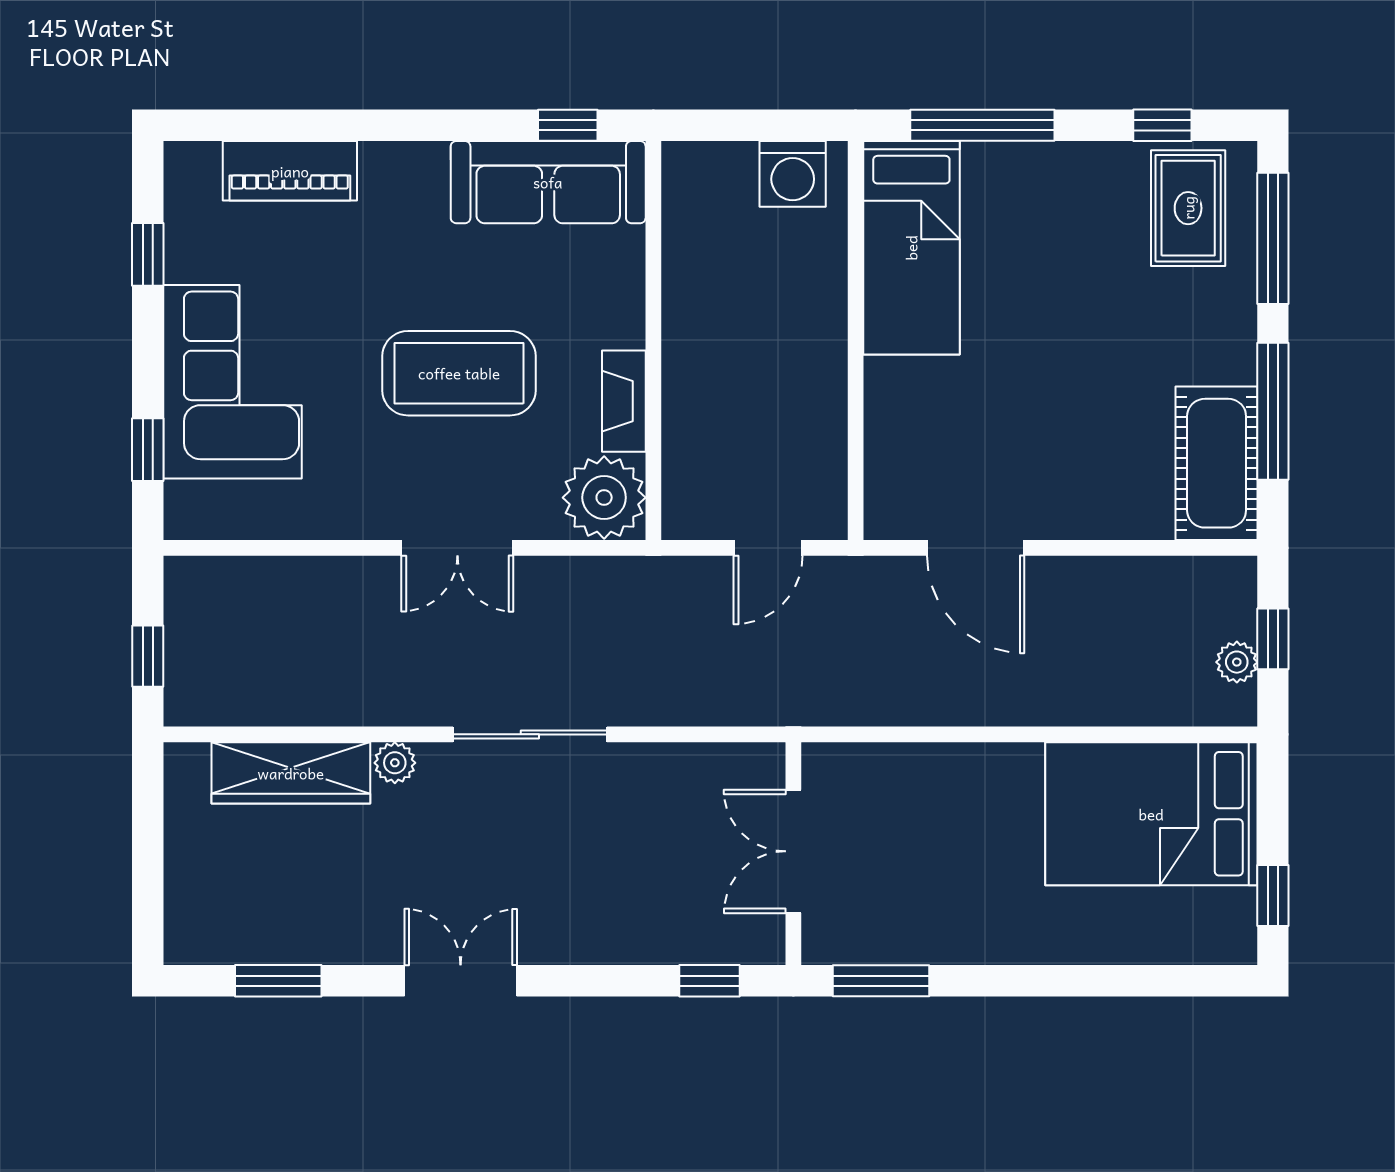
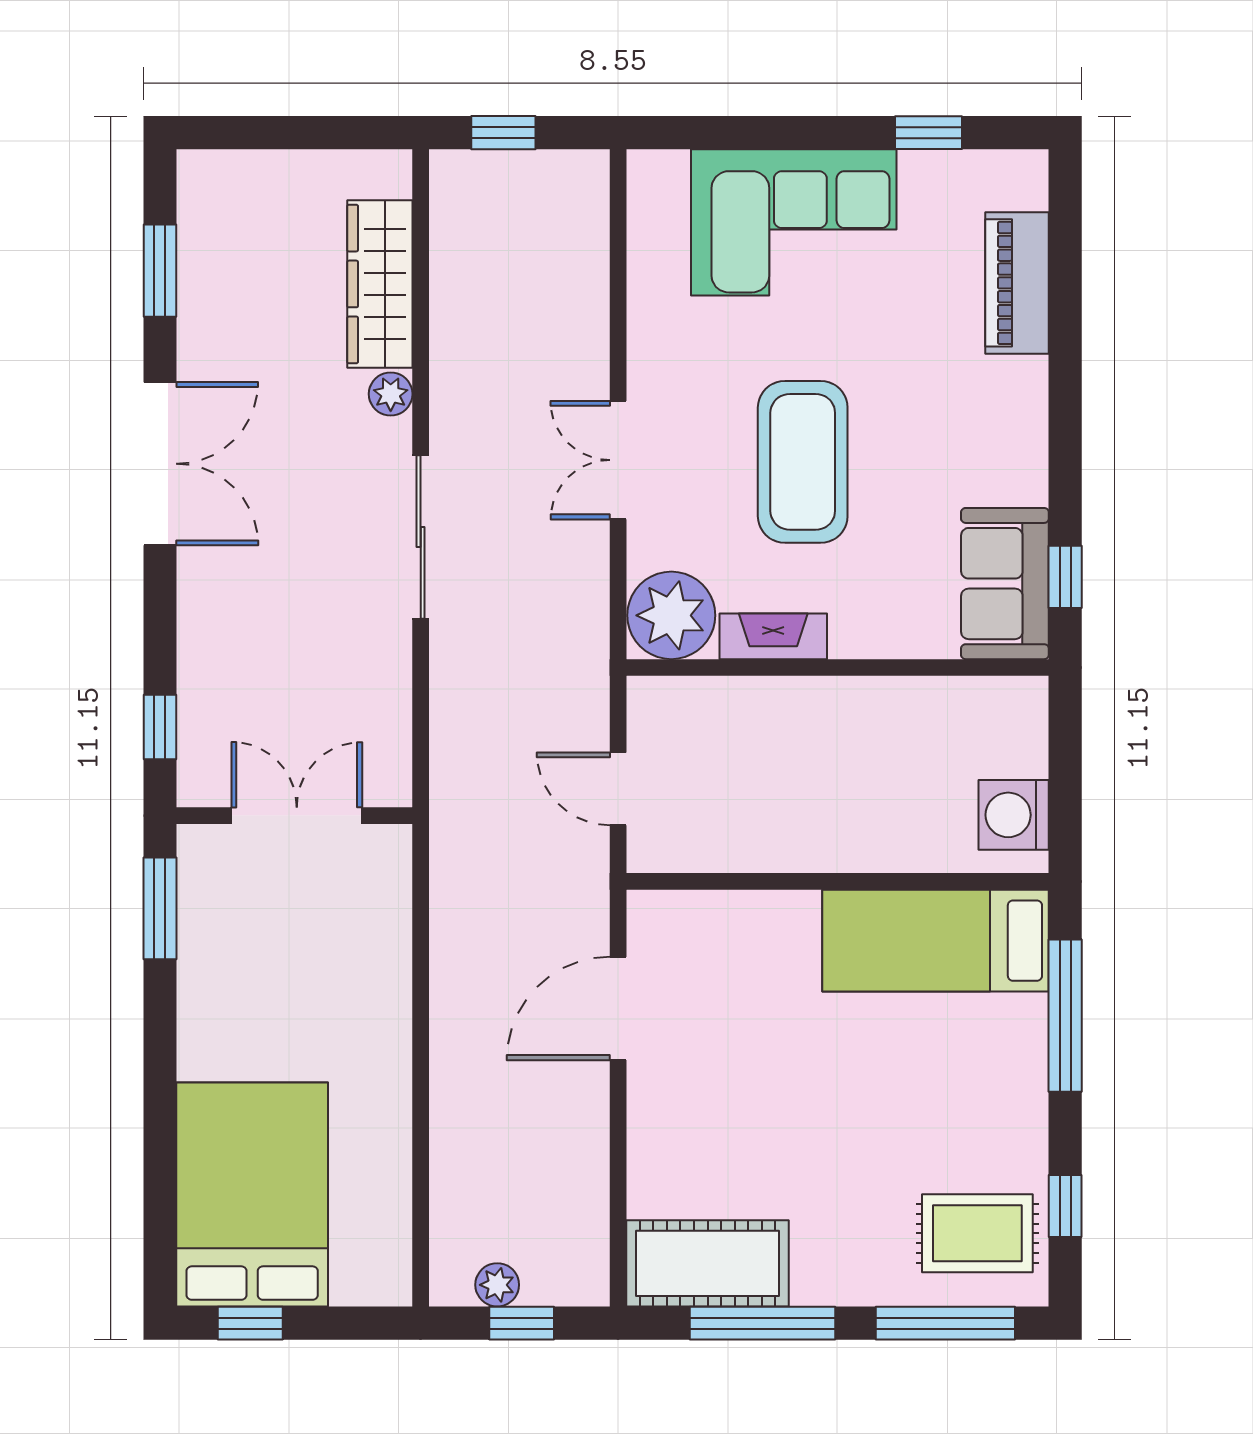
sofa: (548, 182) -> (1005, 584), width x0.73
window: (148, 450) -> (722, 133), removed
bed: (1151, 814) -> (252, 1194), moved
double door: (461, 981) -> (160, 464), width x1.37

